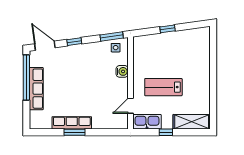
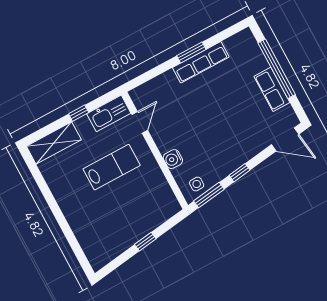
window: (74, 42) -> (240, 173), moved
window: (26, 78) -> (277, 69), moved
row of seats: (36, 89) -> (272, 89), width x0.68

